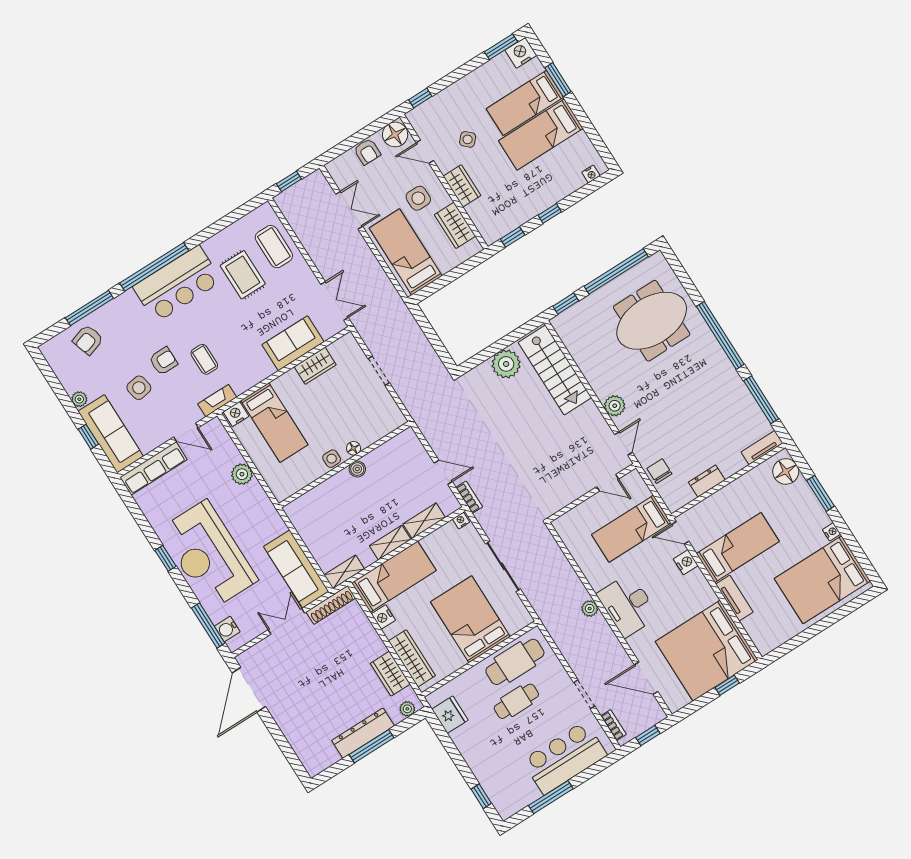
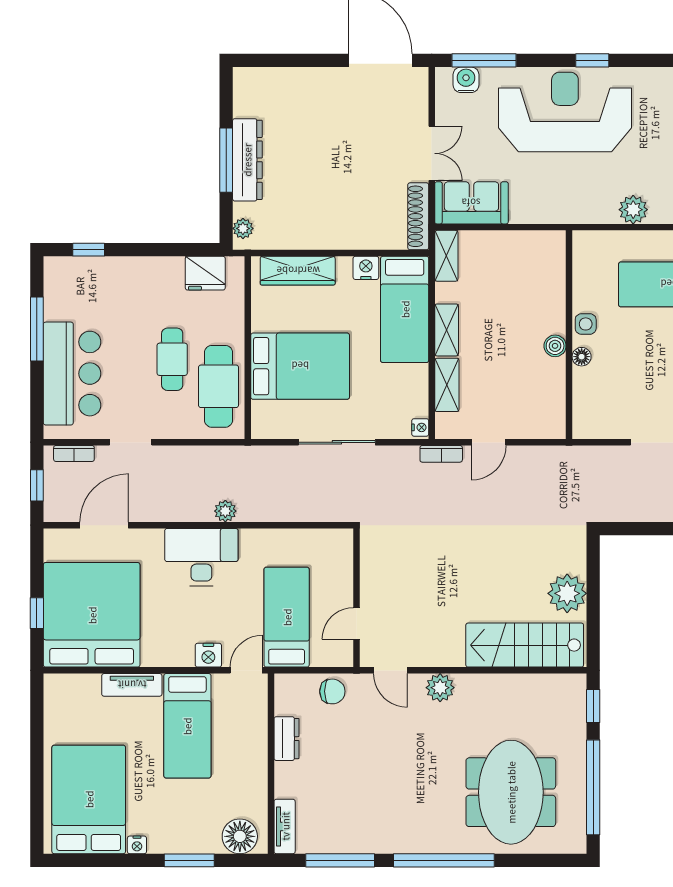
sofa: (296, 569) -> (471, 203), width x0.73
wardrobe: (390, 674) -> (296, 234), removed

